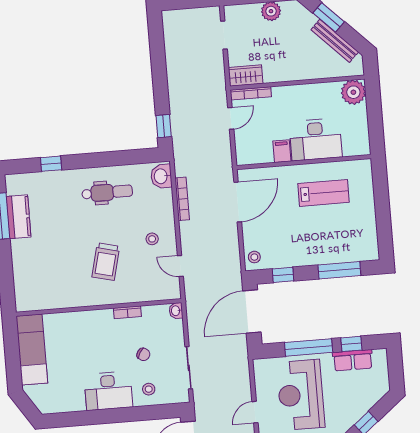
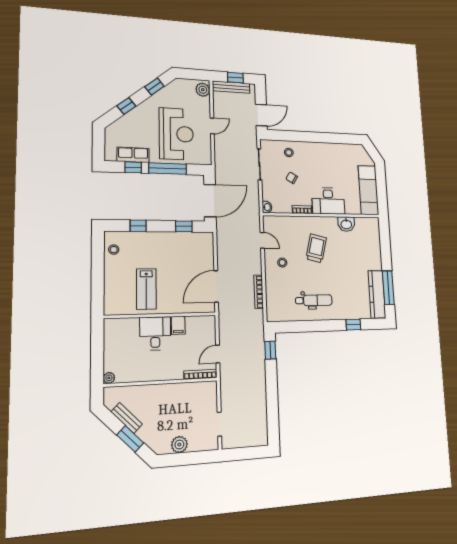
bench: (335, 41) -> (127, 418), width x0.73
wardrobe: (246, 75) -> (204, 389), removed
plant: (353, 92) -> (109, 378), width x0.53, depth x0.53
desk: (316, 139) -> (155, 333), width x0.73
washbasin: (161, 176) -> (346, 224), moved, turned 90
dental chair: (107, 192) -> (314, 300), turned 180
lab bench: (323, 193) -> (146, 289), turned -90
kitchen counter: (19, 217) -> (377, 294), width x1.50
stool: (254, 257) -> (114, 250), moved
window: (339, 270) -> (138, 226), width x0.46
desk: (108, 391) -> (328, 201), moved, turned 180

